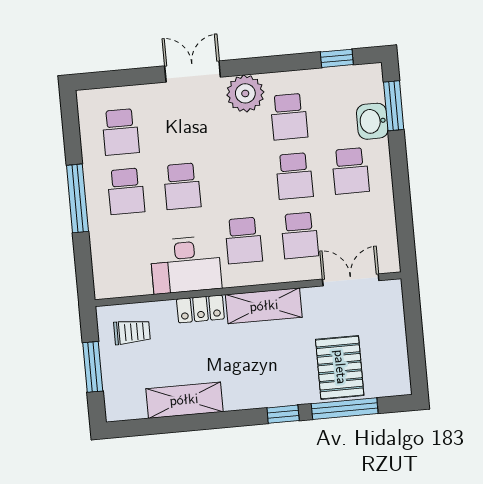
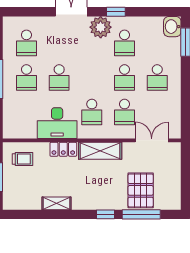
window: (337, 58) -> (116, 12), moved
washbasin: (372, 121) -> (172, 27), moved
shelving: (184, 400) -> (57, 203), width x0.67, depth x0.75

